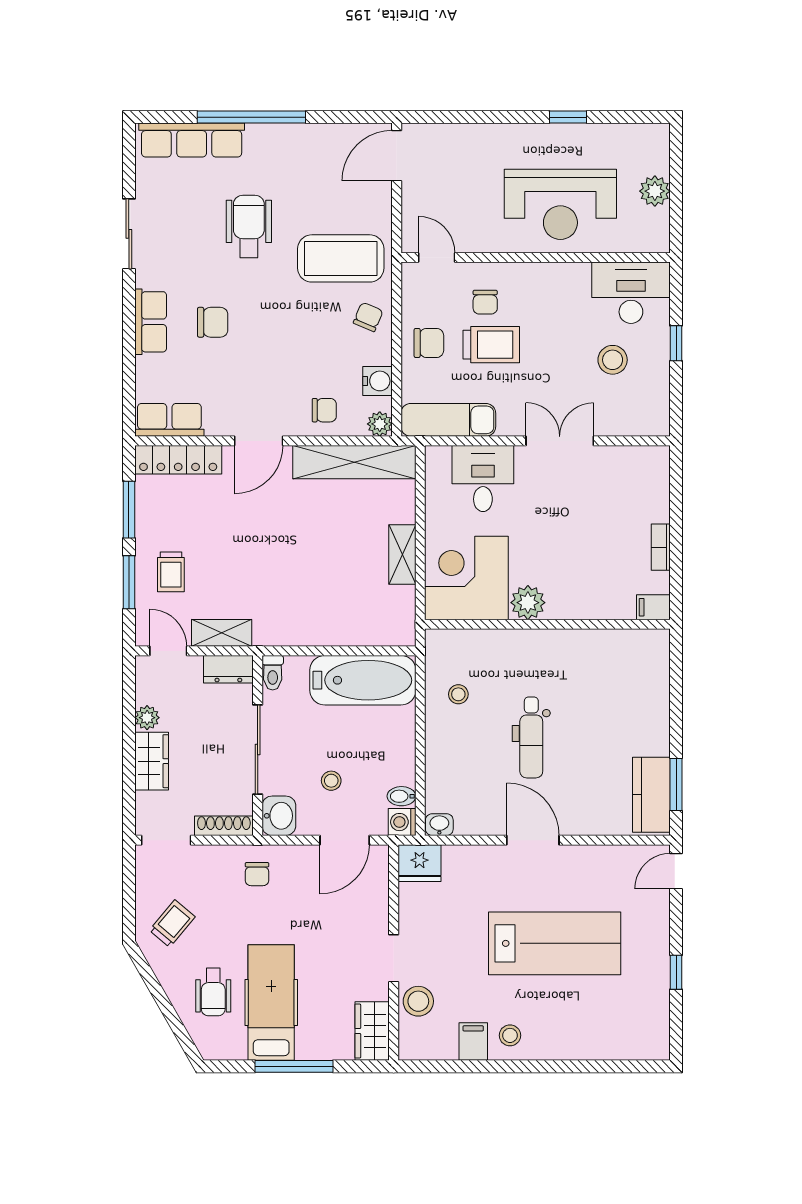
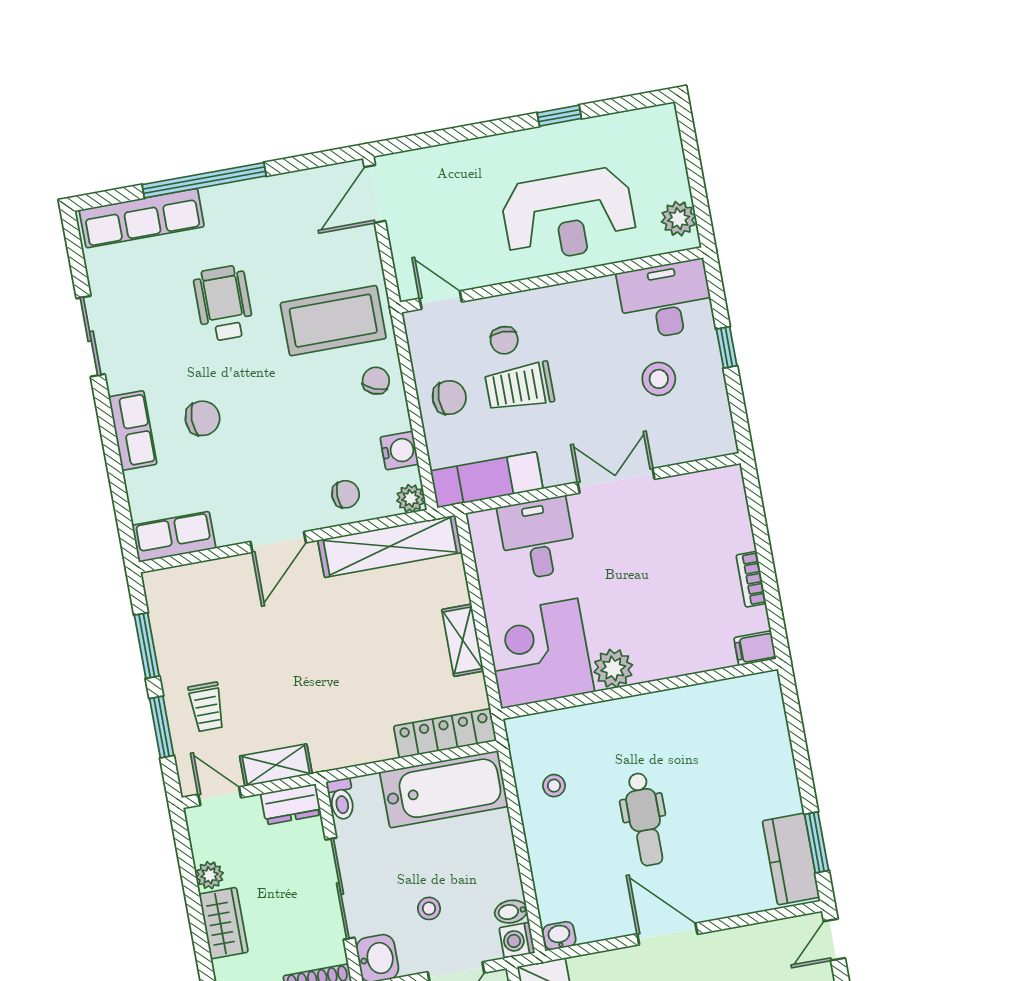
plant: (655, 191) -> (679, 219), moved
trolley: (491, 345) -> (520, 387), turned 180
locker: (178, 460) -> (445, 733), moved, turned 180

